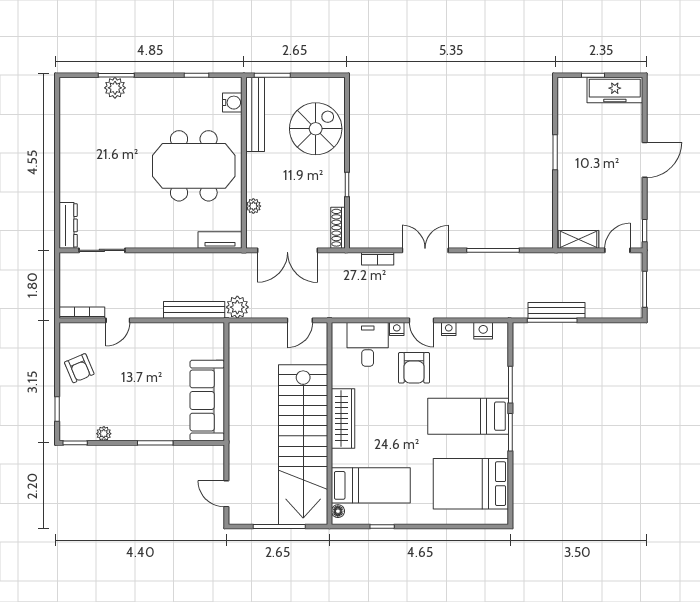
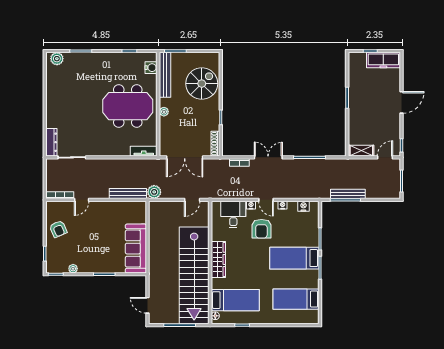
plant: (115, 88) -> (57, 59), moved
plant: (253, 206) -> (164, 112), moved
bed: (471, 484) -> (296, 299), width x0.67

